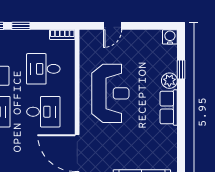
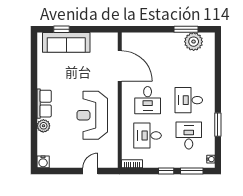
desk: (43, 69) -> (148, 135), turned 180
window: (181, 70) -> (34, 135), removed
desk: (43, 112) -> (148, 100), turned -90

